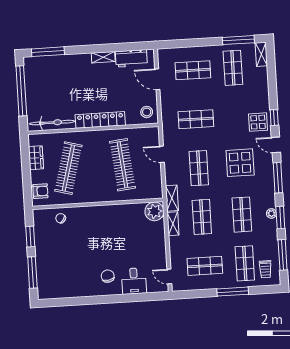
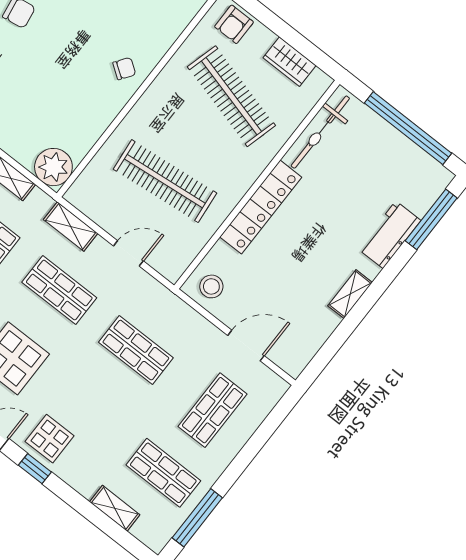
shelving: (261, 54) -> (115, 508), moved
workbench: (131, 58) -> (390, 235), moved
shop shelf: (196, 119) -> (136, 350), turned 90
shelving: (172, 198) -> (71, 226), moved
chair: (61, 218) -> (124, 69), moved

